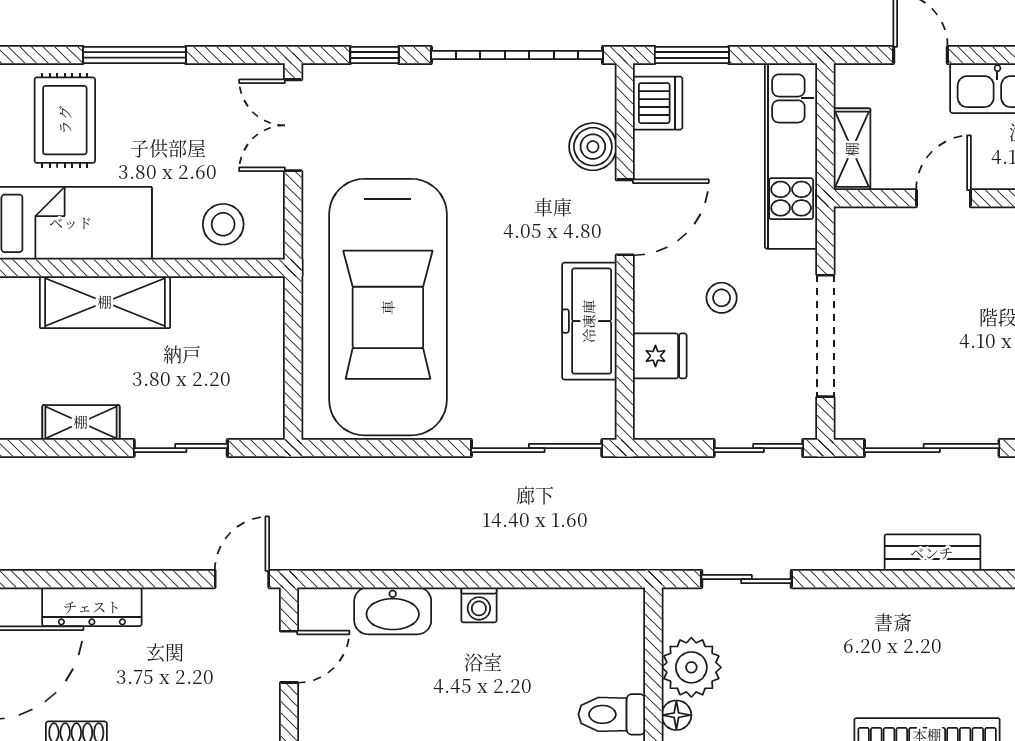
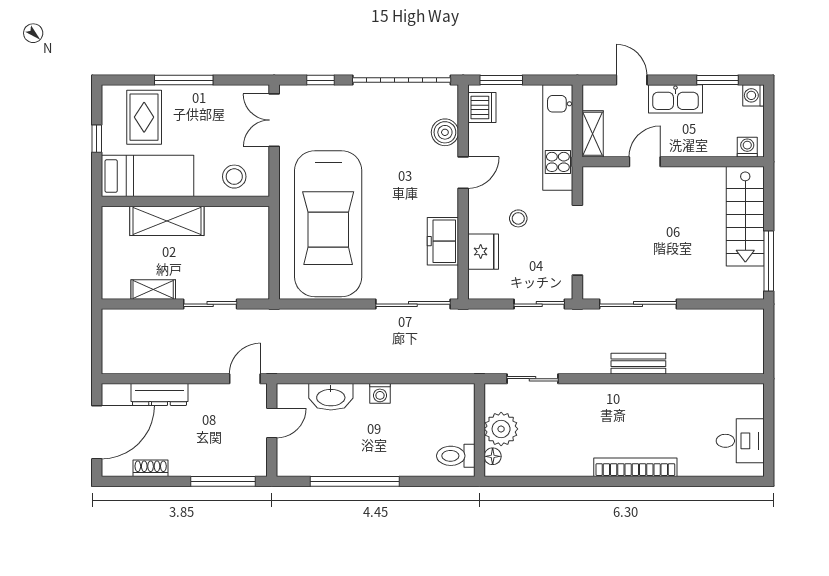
door: (625, 217) -> (463, 173), width x0.73
freezer: (589, 321) -> (443, 241), width x0.71
fridge: (660, 356) -> (483, 252), width x1.38

